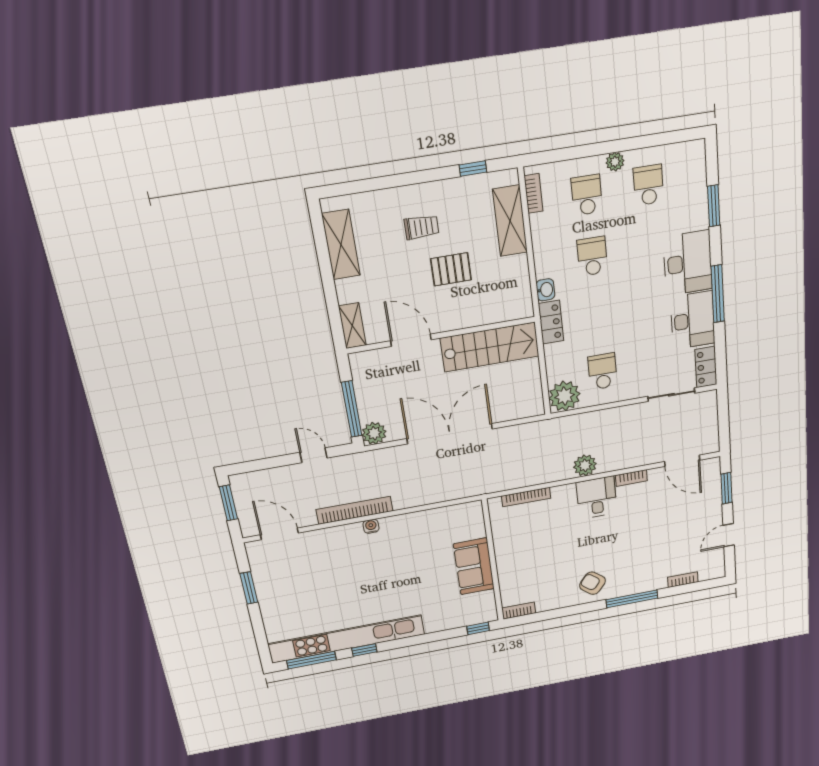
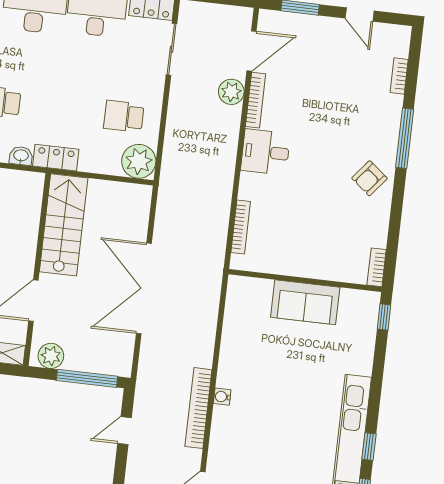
plant: (374, 433) -> (51, 356), moved
plant: (585, 465) -> (231, 92), moved
bookcase: (631, 478) -> (256, 100), width x1.56

